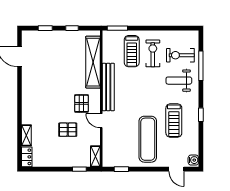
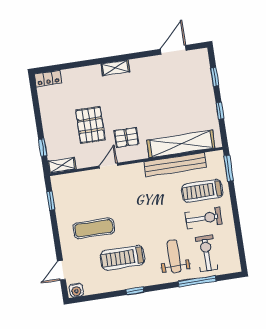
bench: (108, 87) -> (175, 165), moved
pallet: (68, 130) -> (90, 125), width x1.50, depth x1.42
shelving: (26, 135) -> (115, 68), moved
exercise mat: (148, 139) -> (94, 228), width x0.73, depth x0.69

